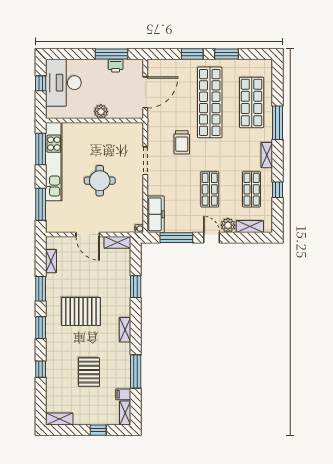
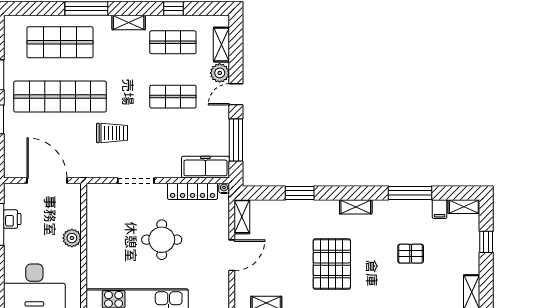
locker: (137, 204) -> (193, 191), added
pallet: (89, 372) -> (411, 254), width x0.67, depth x0.71

